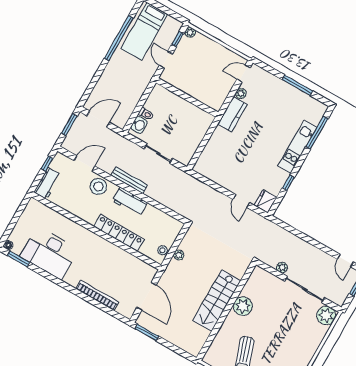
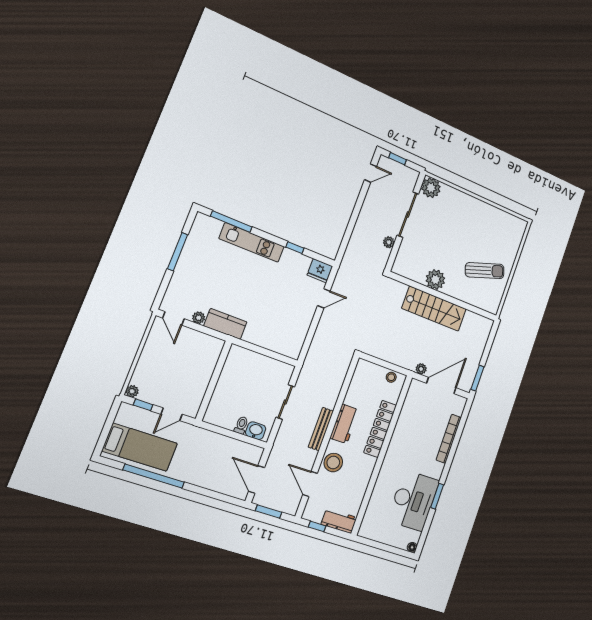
plant: (179, 255) -> (421, 369), moved
window: (18, 259) -> (437, 496), moved

